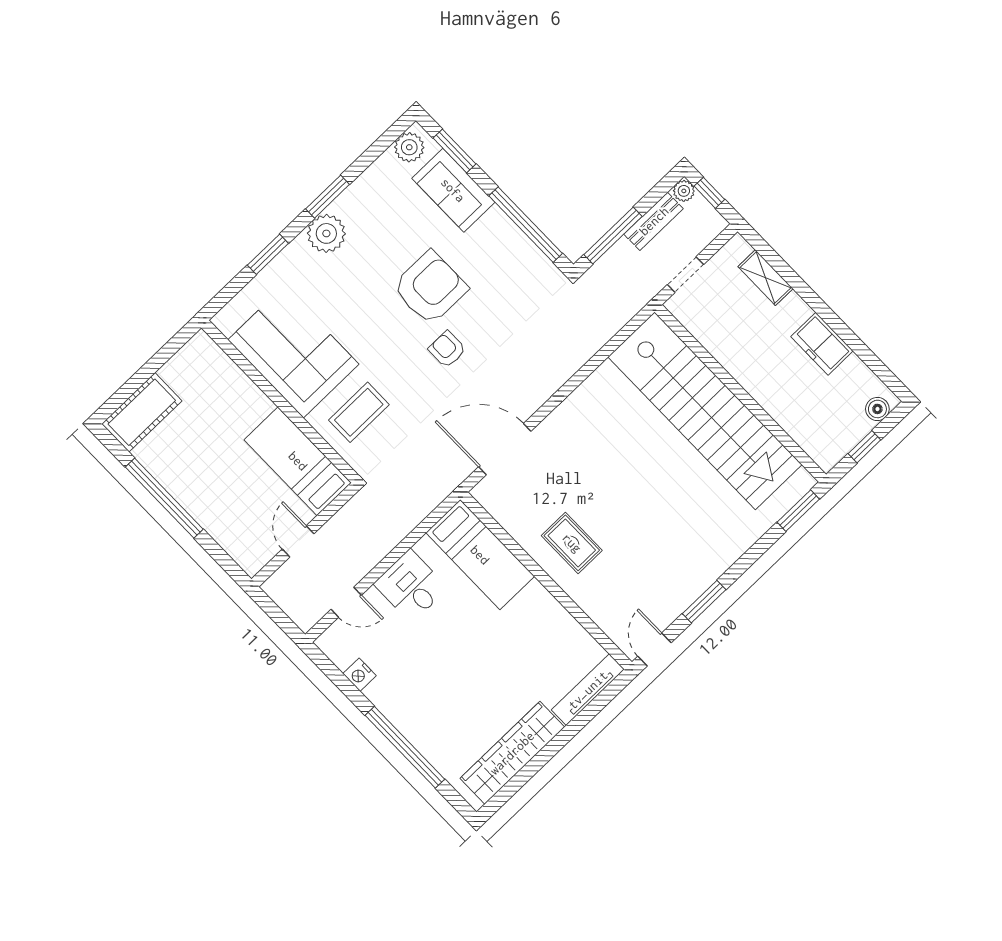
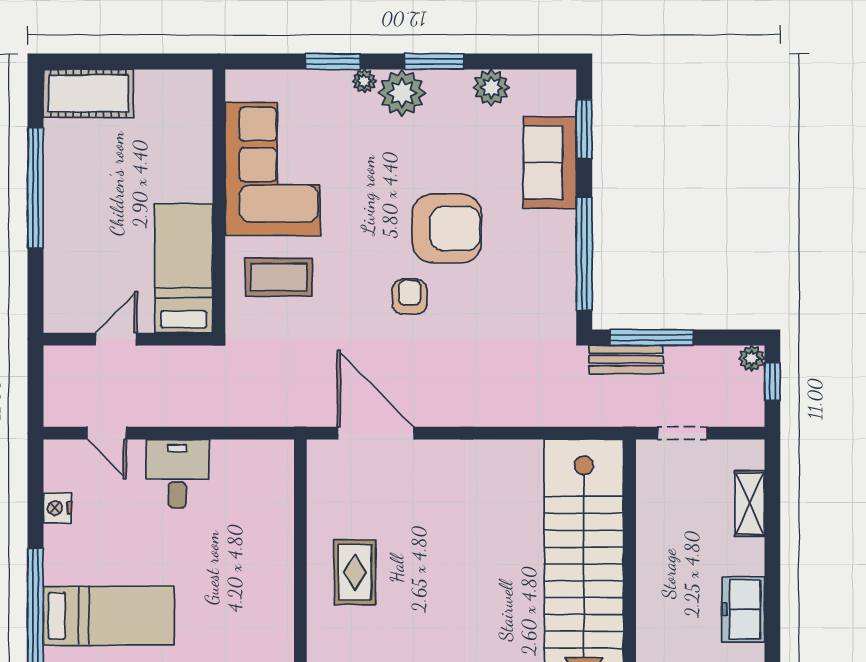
plant: (409, 147) -> (491, 87), moved
bench: (654, 221) -> (626, 359), moved
plant: (297, 248) -> (364, 81), added
bed: (480, 555) -> (109, 616), moved, turned -90

